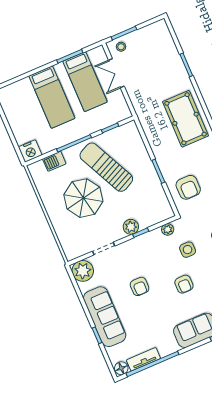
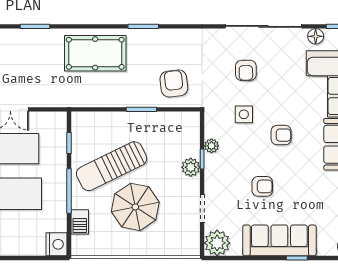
armchair: (188, 187) -> (174, 83), turned -97
plant: (168, 229) -> (211, 146), moved

